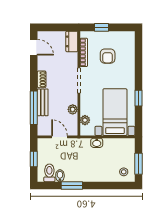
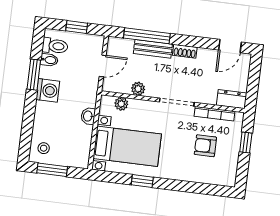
washing machine: (82, 174) -> (48, 90), added

